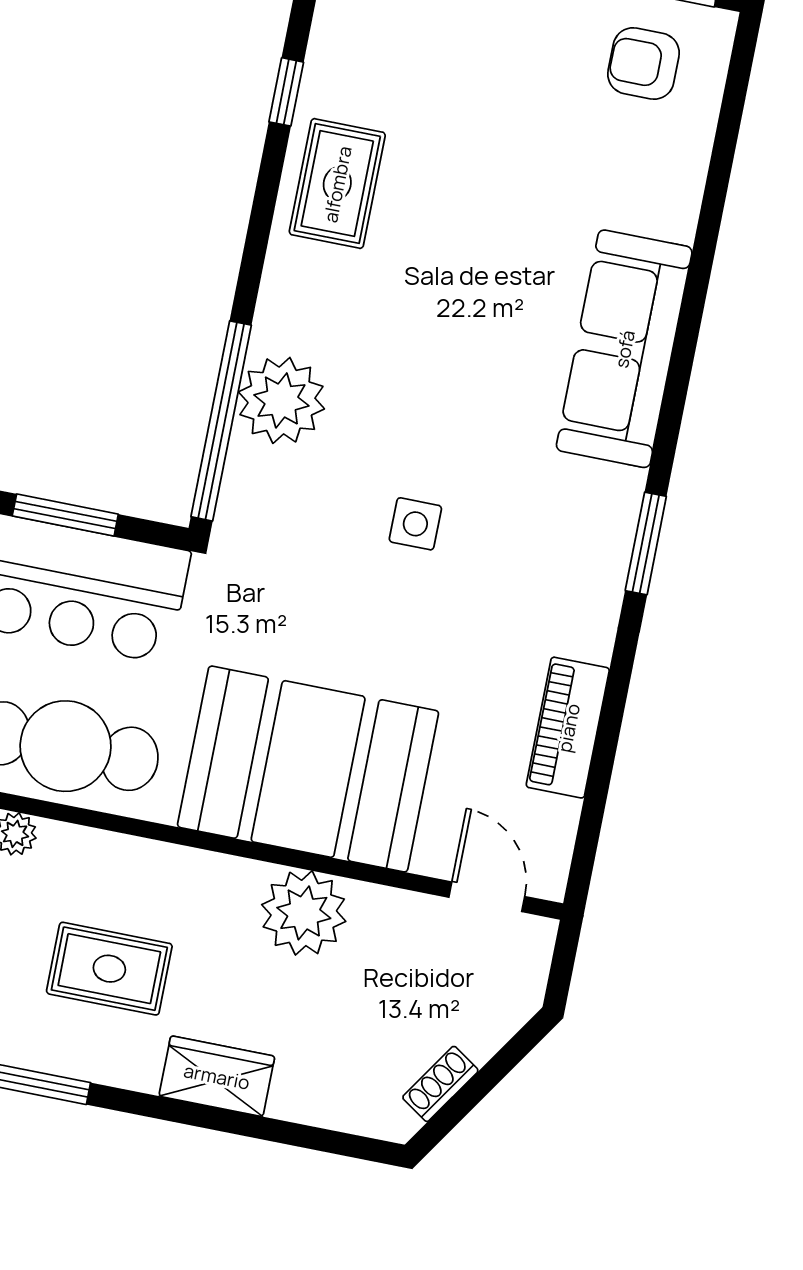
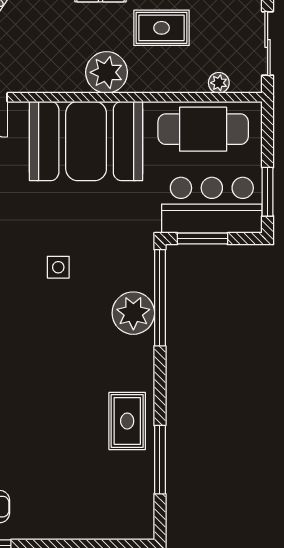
window: (286, 92) -> (160, 460), width x2.17
window: (65, 515) -> (202, 239), moved
plant: (304, 913) -> (107, 72), moved

